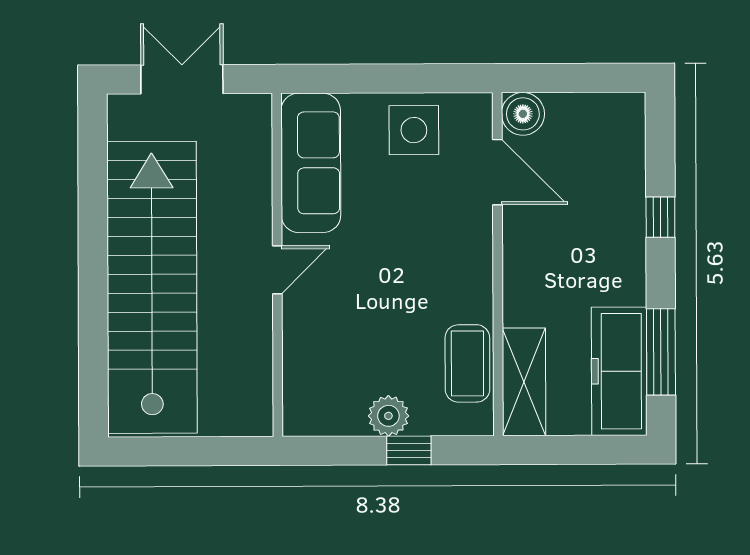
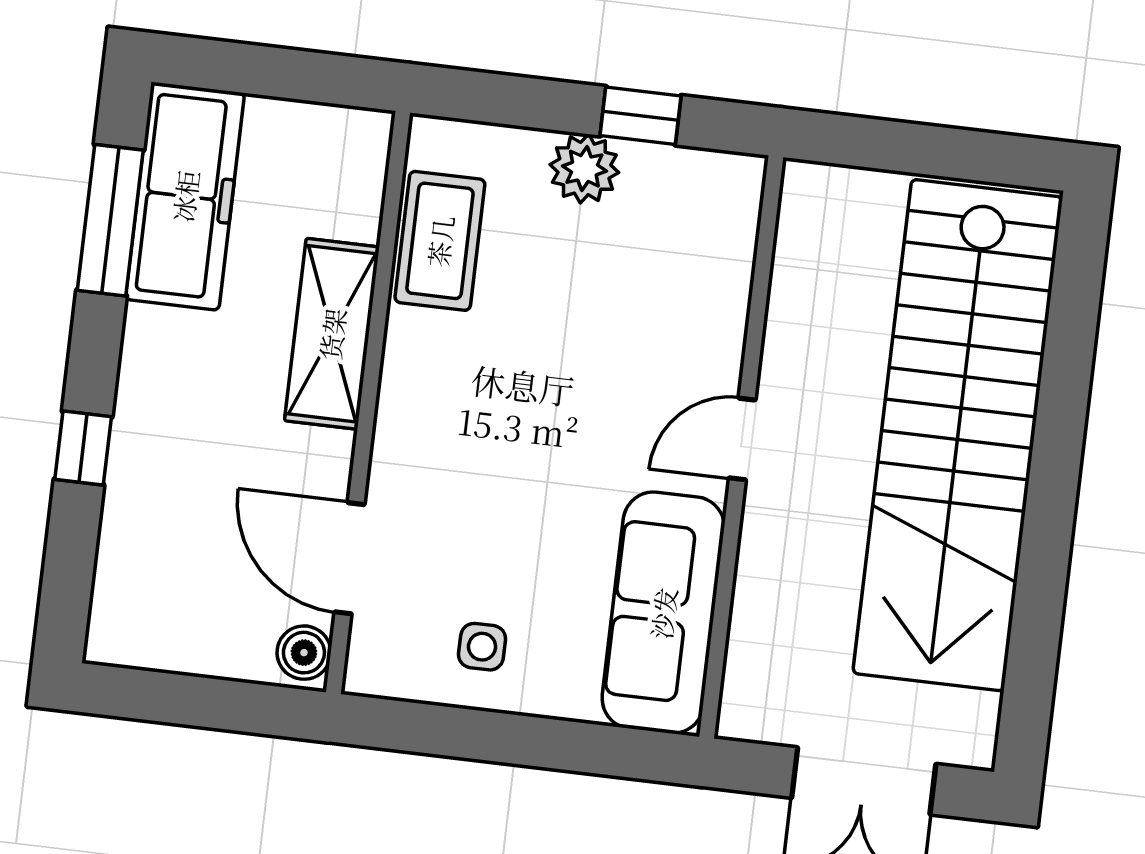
boiler: (523, 114) -> (304, 653), width x0.73, depth x0.73
side table: (414, 130) -> (482, 647), width x0.54, depth x0.54
shelving: (524, 382) -> (332, 334), moved
window: (409, 450) -> (641, 116), moved

